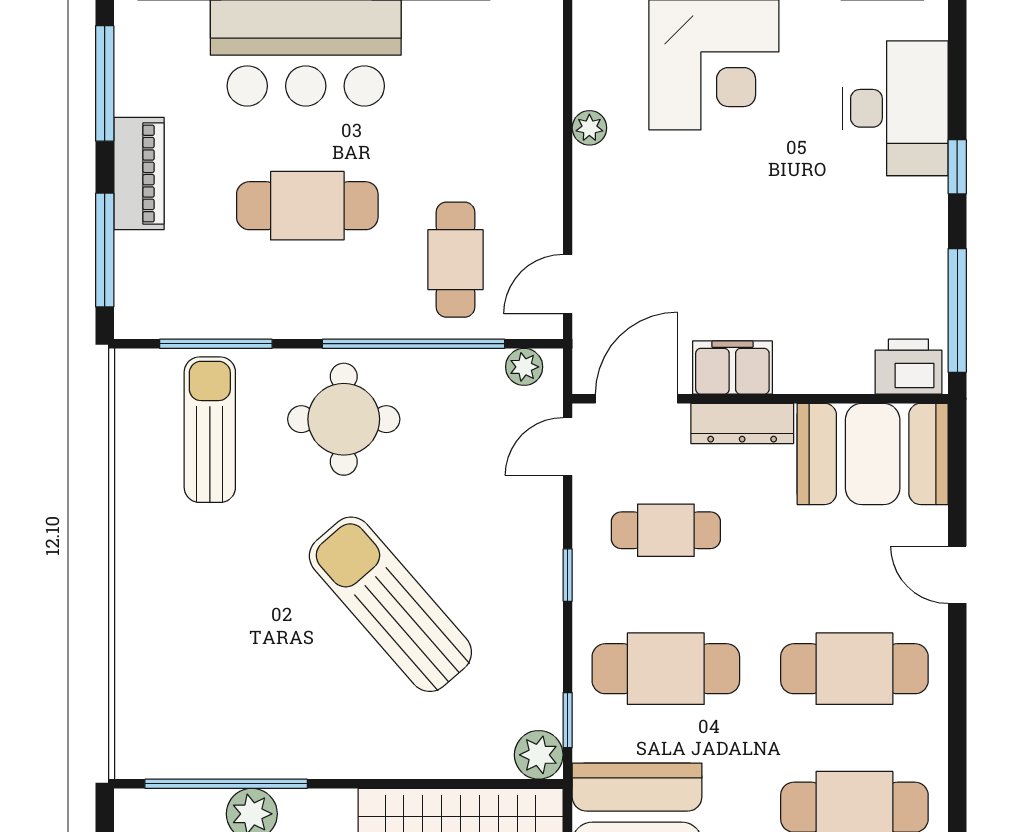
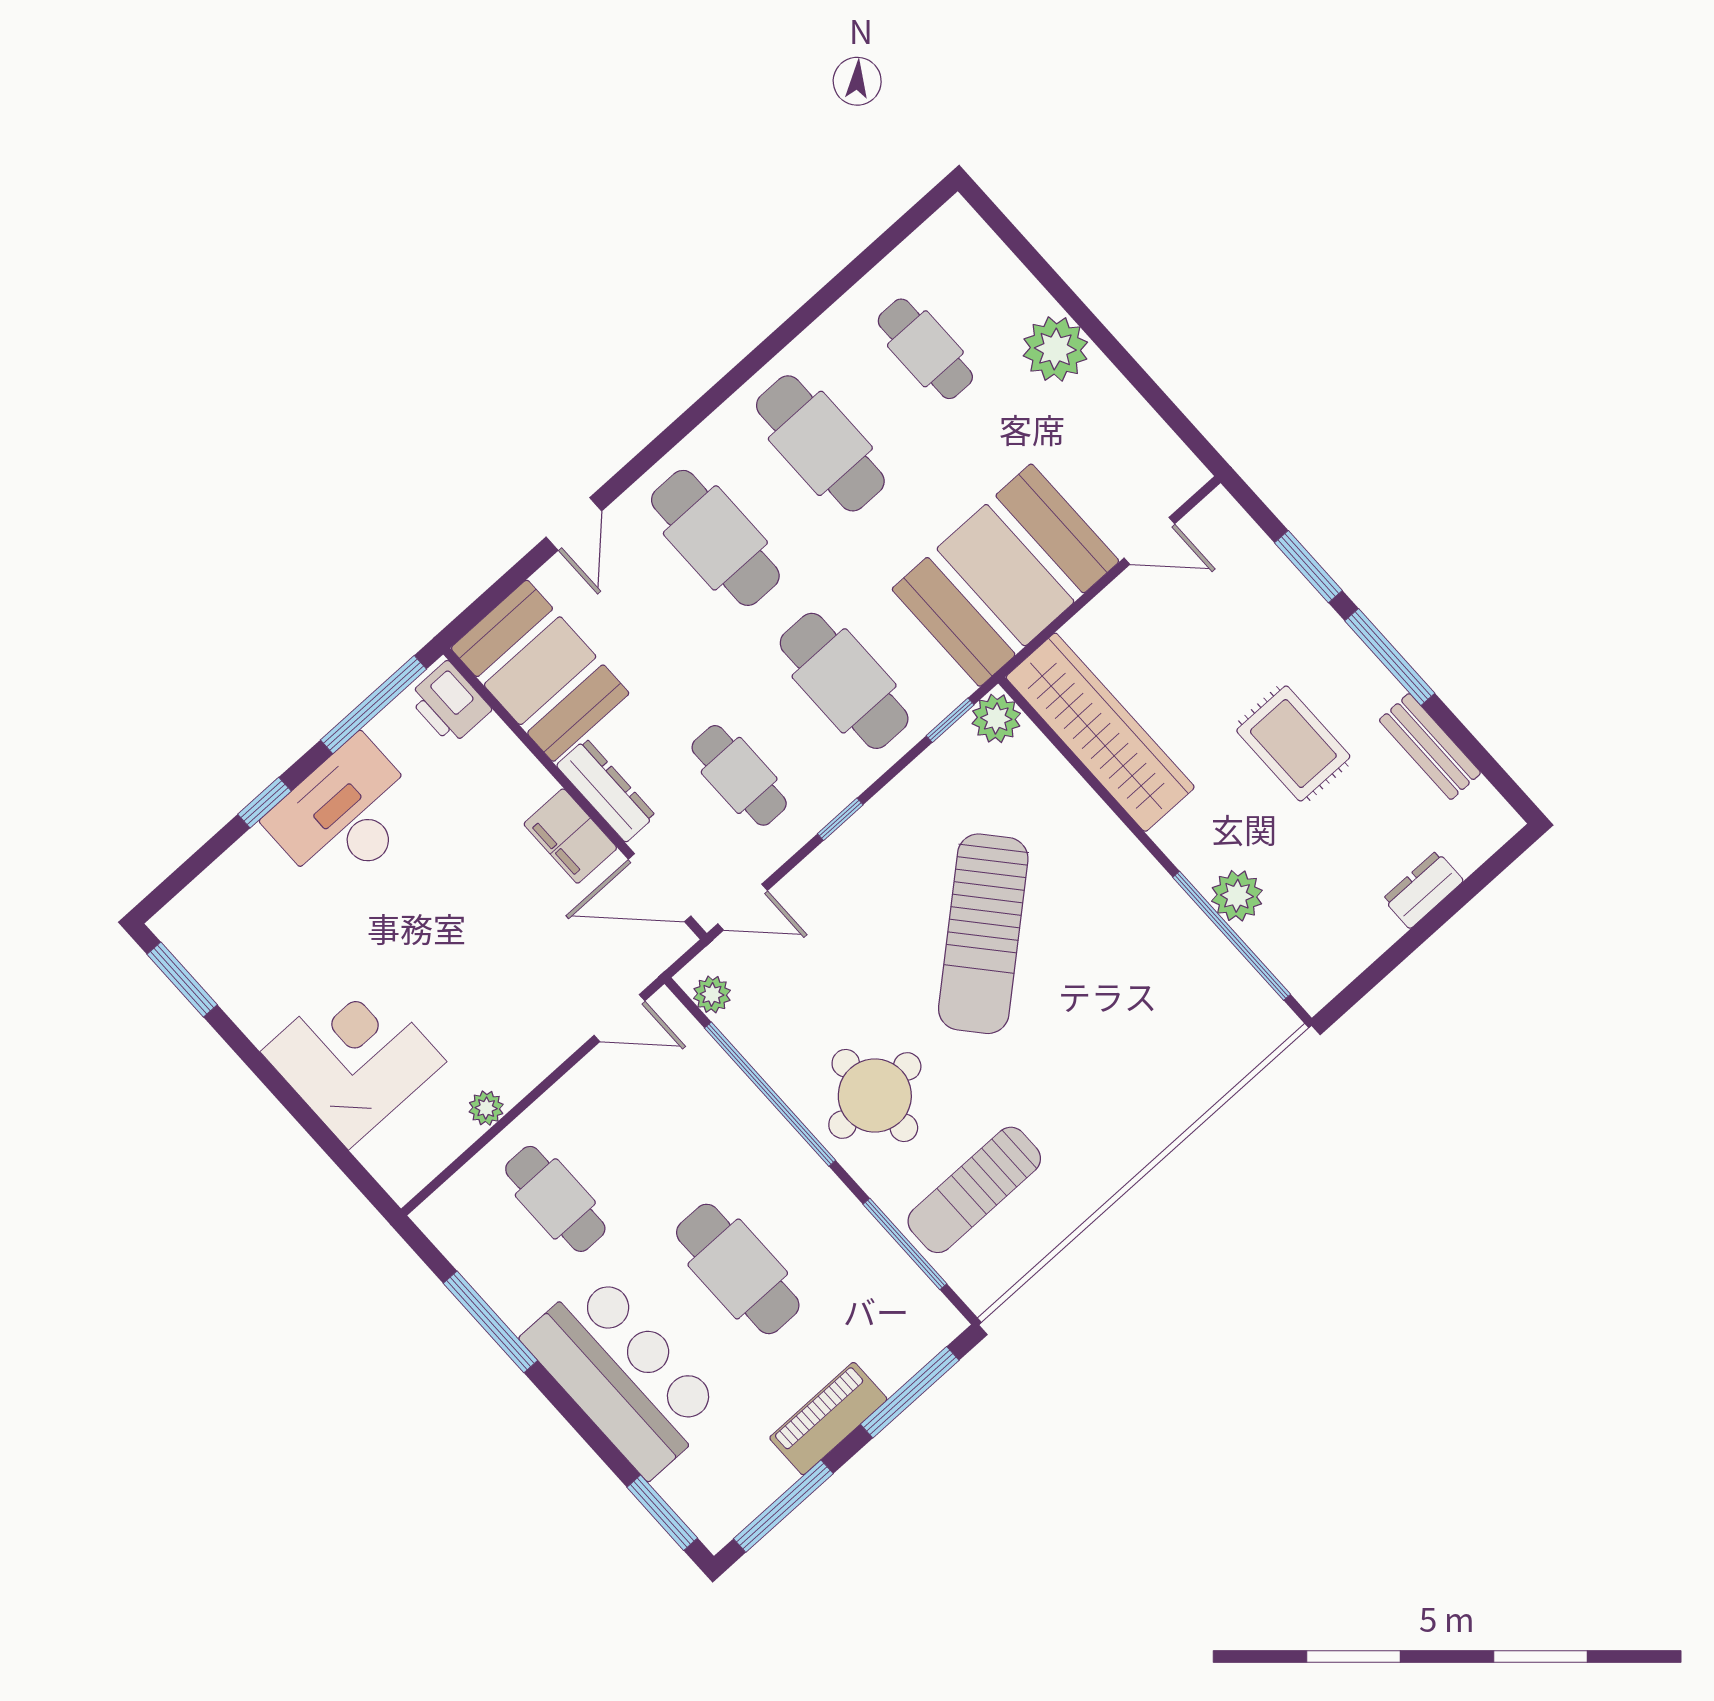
desk: (895, 108) -> (345, 815), moved
cafe table: (455, 260) -> (555, 1199), moved, turned 90

